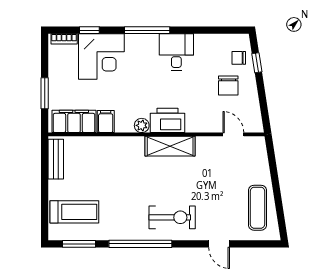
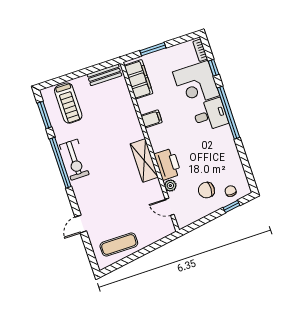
window: (147, 30) -> (228, 113), width x1.46
desk: (176, 52) -> (210, 115), moved
printer: (168, 120) -> (168, 164), moved
filing cabinet: (106, 122) -> (152, 119), moved
plant: (142, 125) -> (170, 186), moved
door: (233, 134) -> (170, 207), swing flipped
exercise bike: (172, 217) -> (74, 160), moved

